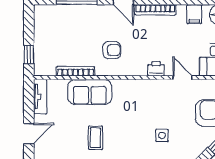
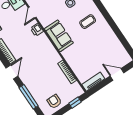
armchair: (112, 50) -> (54, 101), moved
sofa: (90, 92) -> (59, 36), moved
coffee table: (95, 138) -> (88, 22), moved

